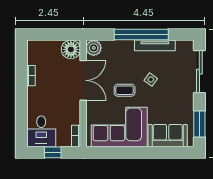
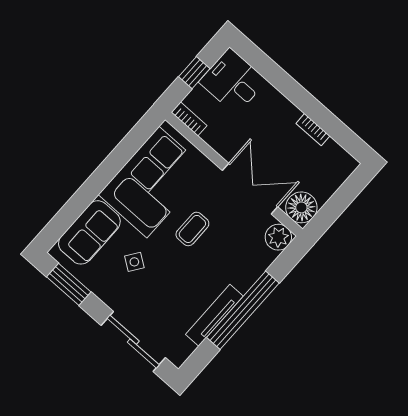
double door: (83, 80) -> (250, 189), swing flipped
side table: (151, 80) -> (134, 262), moved

